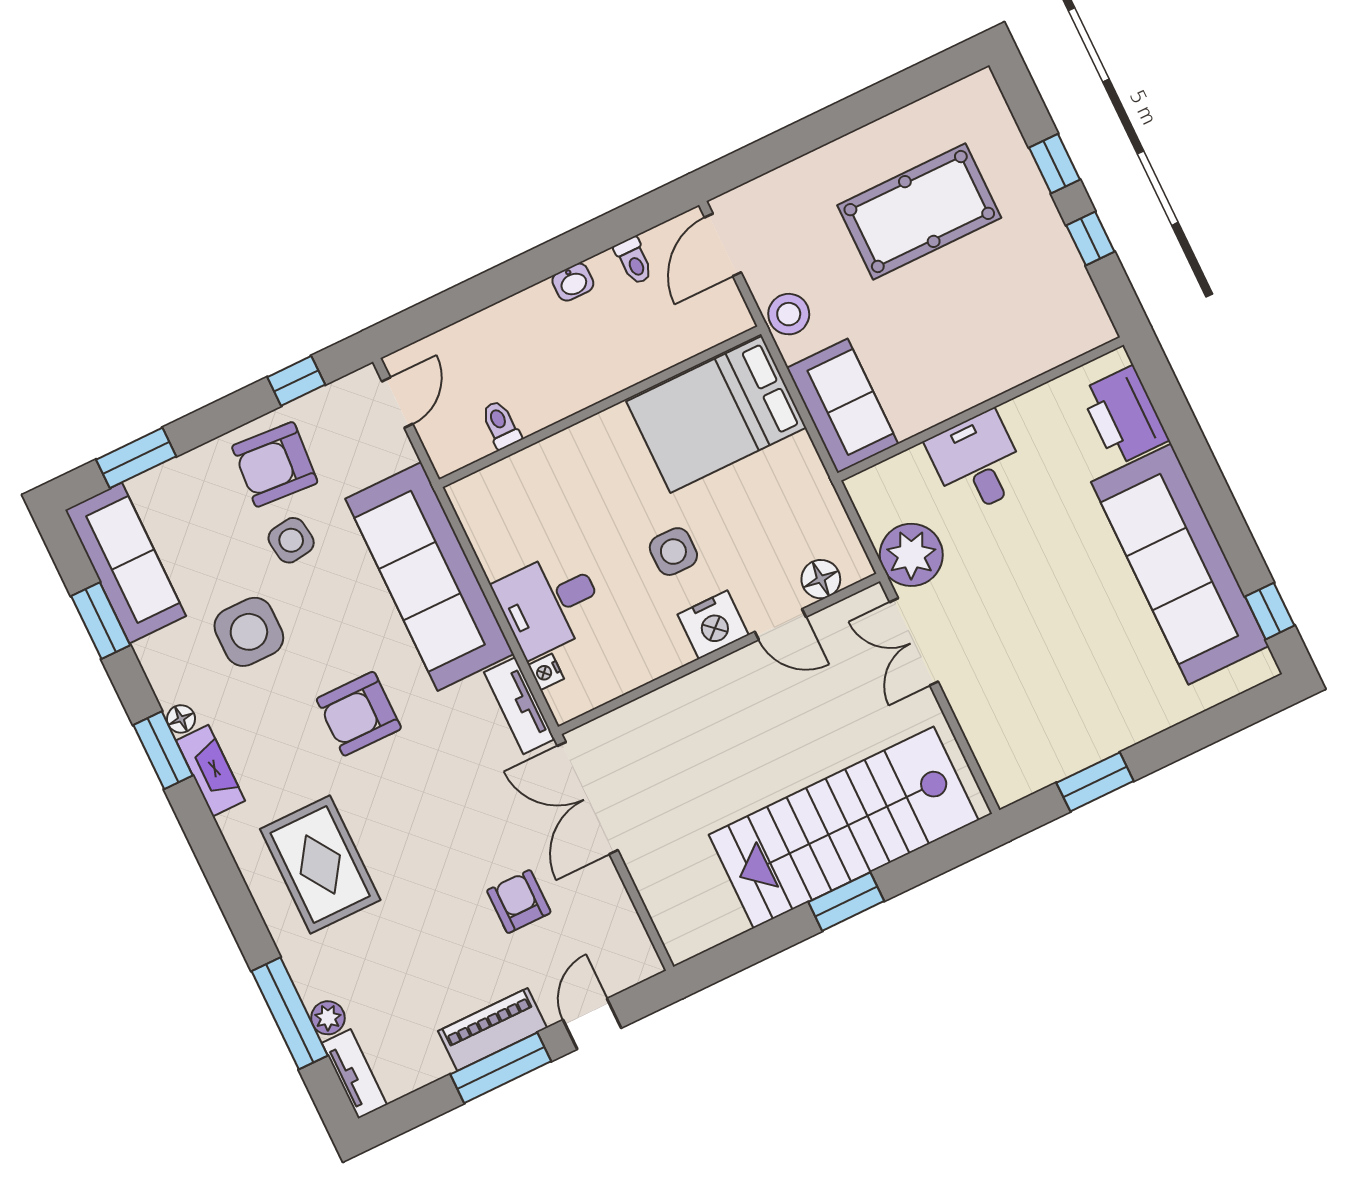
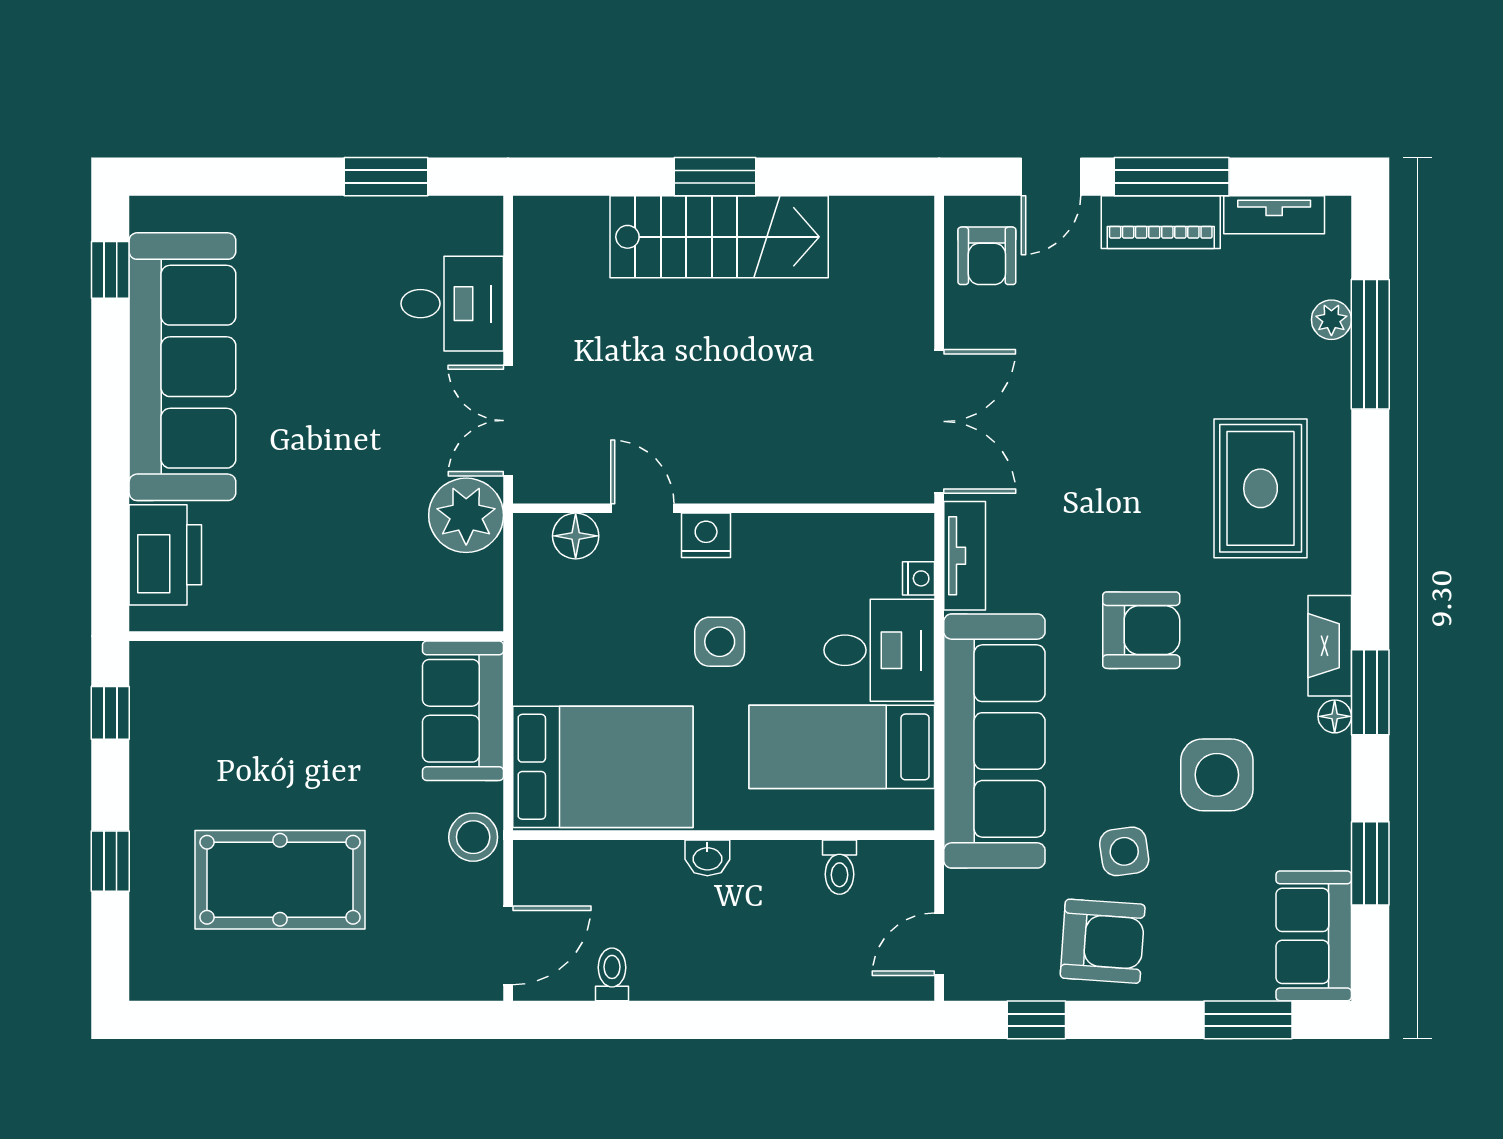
window: (1090, 238) -> (110, 713), moved
washbasin: (573, 282) -> (707, 858), moved, turned 180
desk: (977, 463) -> (452, 304), moved, turned -90
bed: (543, 516) -> (842, 747), added
sofa: (126, 563) -> (1314, 936), width x0.73
nightstand: (713, 625) -> (706, 535), width x0.74, depth x0.75
double door: (914, 642) -> (508, 421), swing flipped
stairs: (844, 827) -> (719, 237), width x0.73, depth x0.66
armchair: (519, 902) -> (987, 256), moved
tv unit: (354, 1074) -> (1274, 215), moved, turned -90

